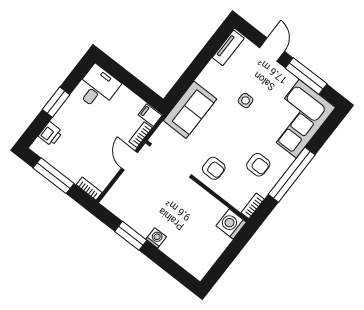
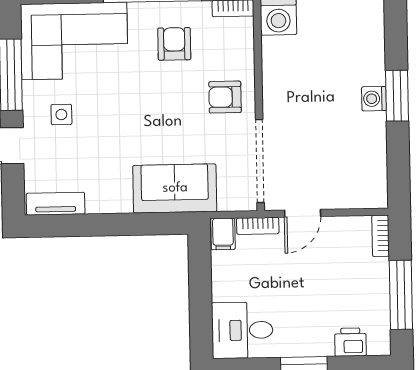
side table: (246, 100) -> (61, 115), moved
armchair: (214, 168) -> (225, 97), turned -90
window: (131, 236) -> (397, 96), moved

